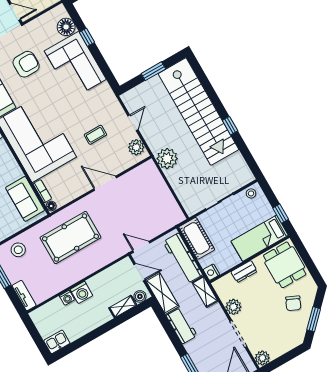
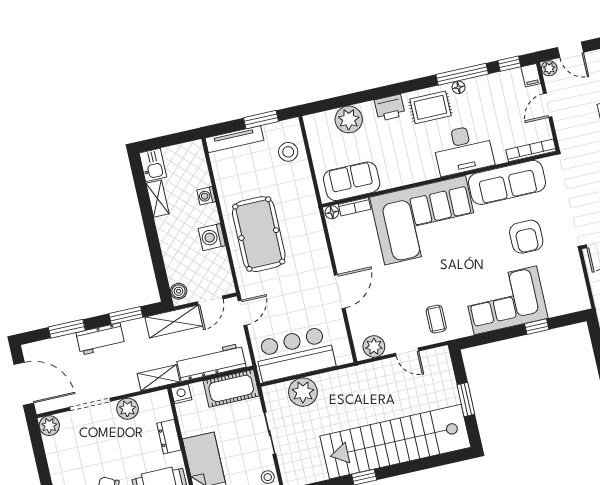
floor lamp: (66, 27) -> (559, 304), removed
coffee table: (95, 135) -> (436, 319), moved
plant: (167, 159) -> (303, 392), moved
bar counter: (159, 201) -> (295, 354), added
pool table: (70, 238) -> (259, 234), moved
washing machine: (81, 292) -> (212, 237), moved
tv unit: (24, 296) -> (234, 139), width x1.41
shelving: (123, 306) -> (158, 199), moved
workbench: (182, 326) -> (100, 339), moved
window: (168, 328) -> (126, 315), added

